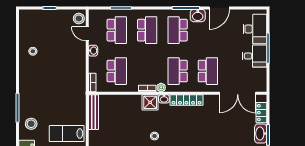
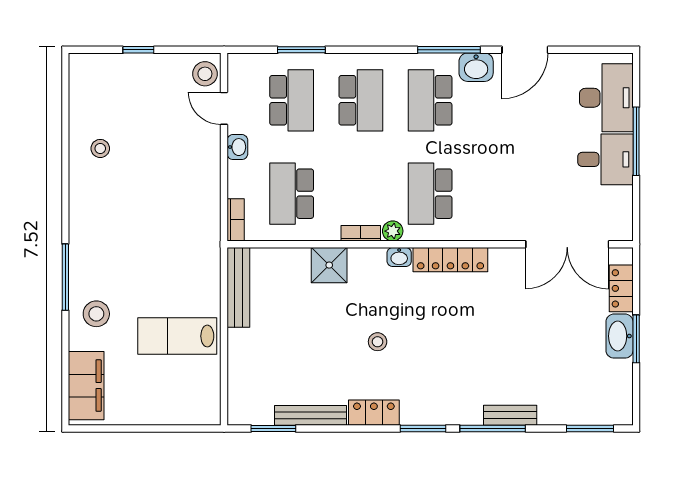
school desk: (117, 71) -> (292, 194), turned 180
school desk: (208, 71) -> (499, 194), removed
shower: (150, 102) -> (329, 265), moved

